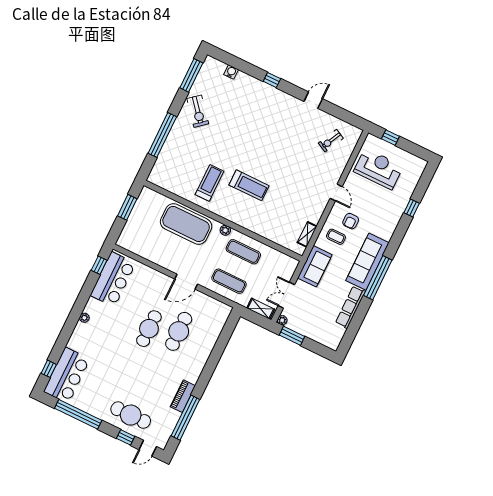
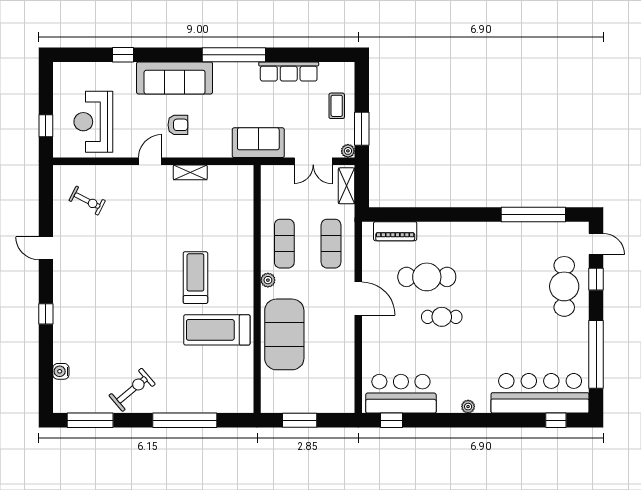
treadmill: (210, 183) -> (217, 330), width x1.37, depth x1.38
shelving: (307, 234) -> (190, 172), moved
coffee table: (336, 237) -> (337, 106), moved
sofa: (367, 262) -> (175, 78), moved
cafe table: (149, 329) -> (442, 317), width x0.73, depth x0.74
bar counter: (67, 375) -> (540, 393), width x1.36
piano: (183, 396) -> (395, 231), moved

